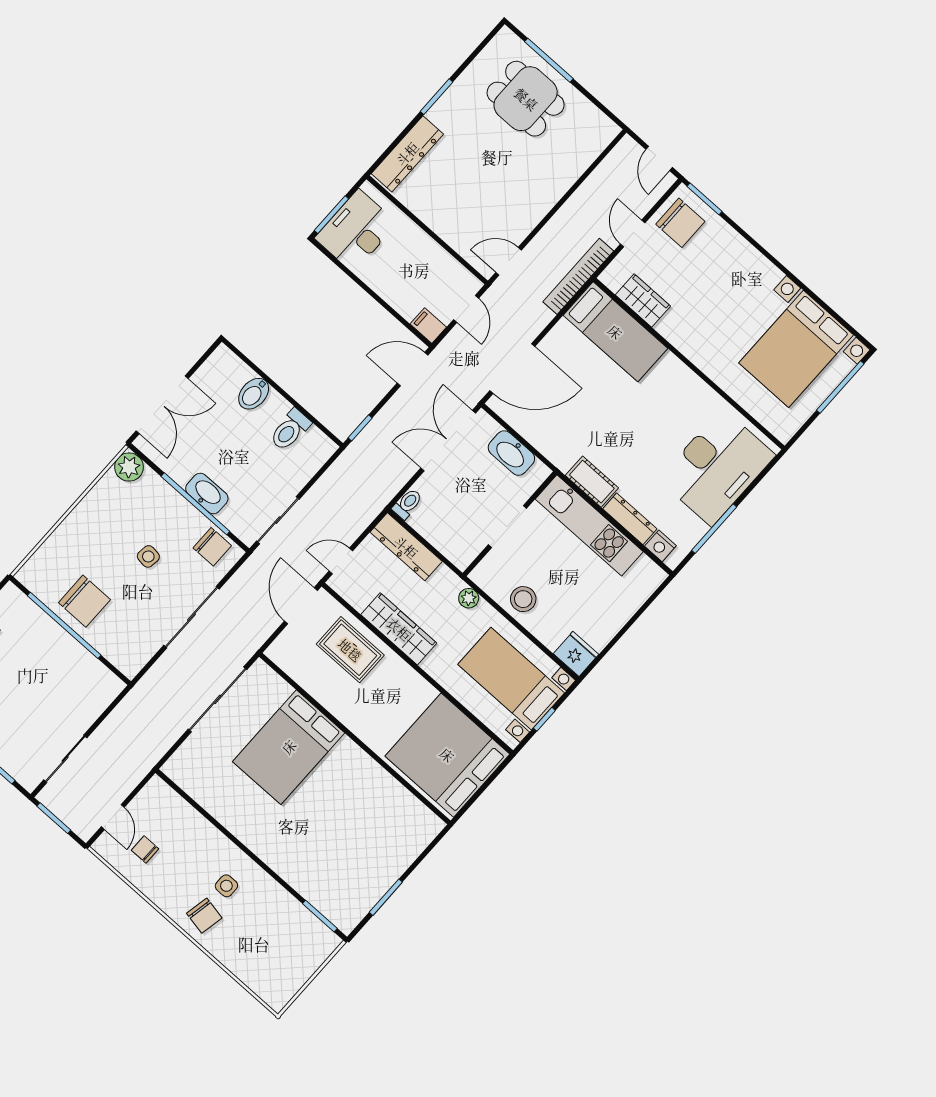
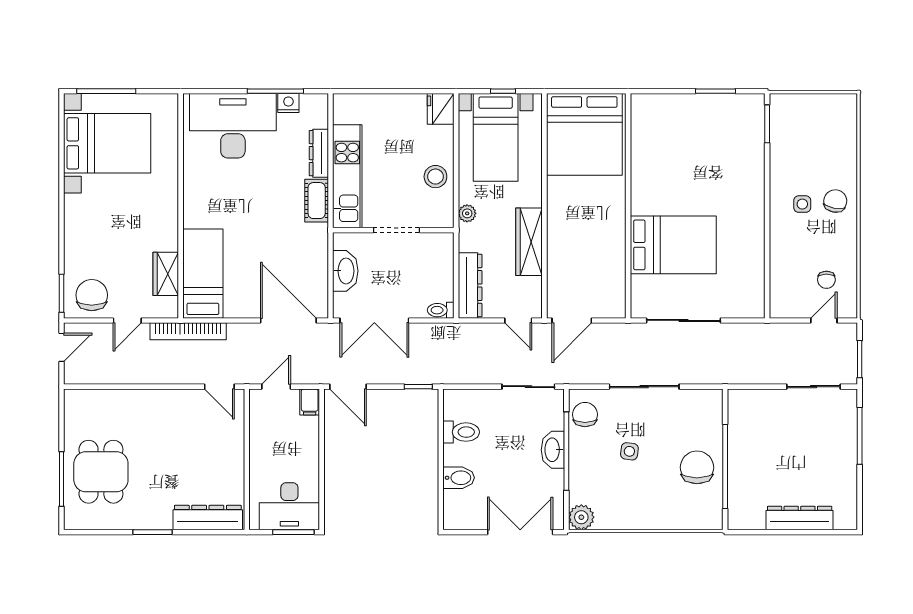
nightstand: (660, 546) -> (288, 103), moved, turned -90
rug: (350, 650) -> (572, 262), removed

